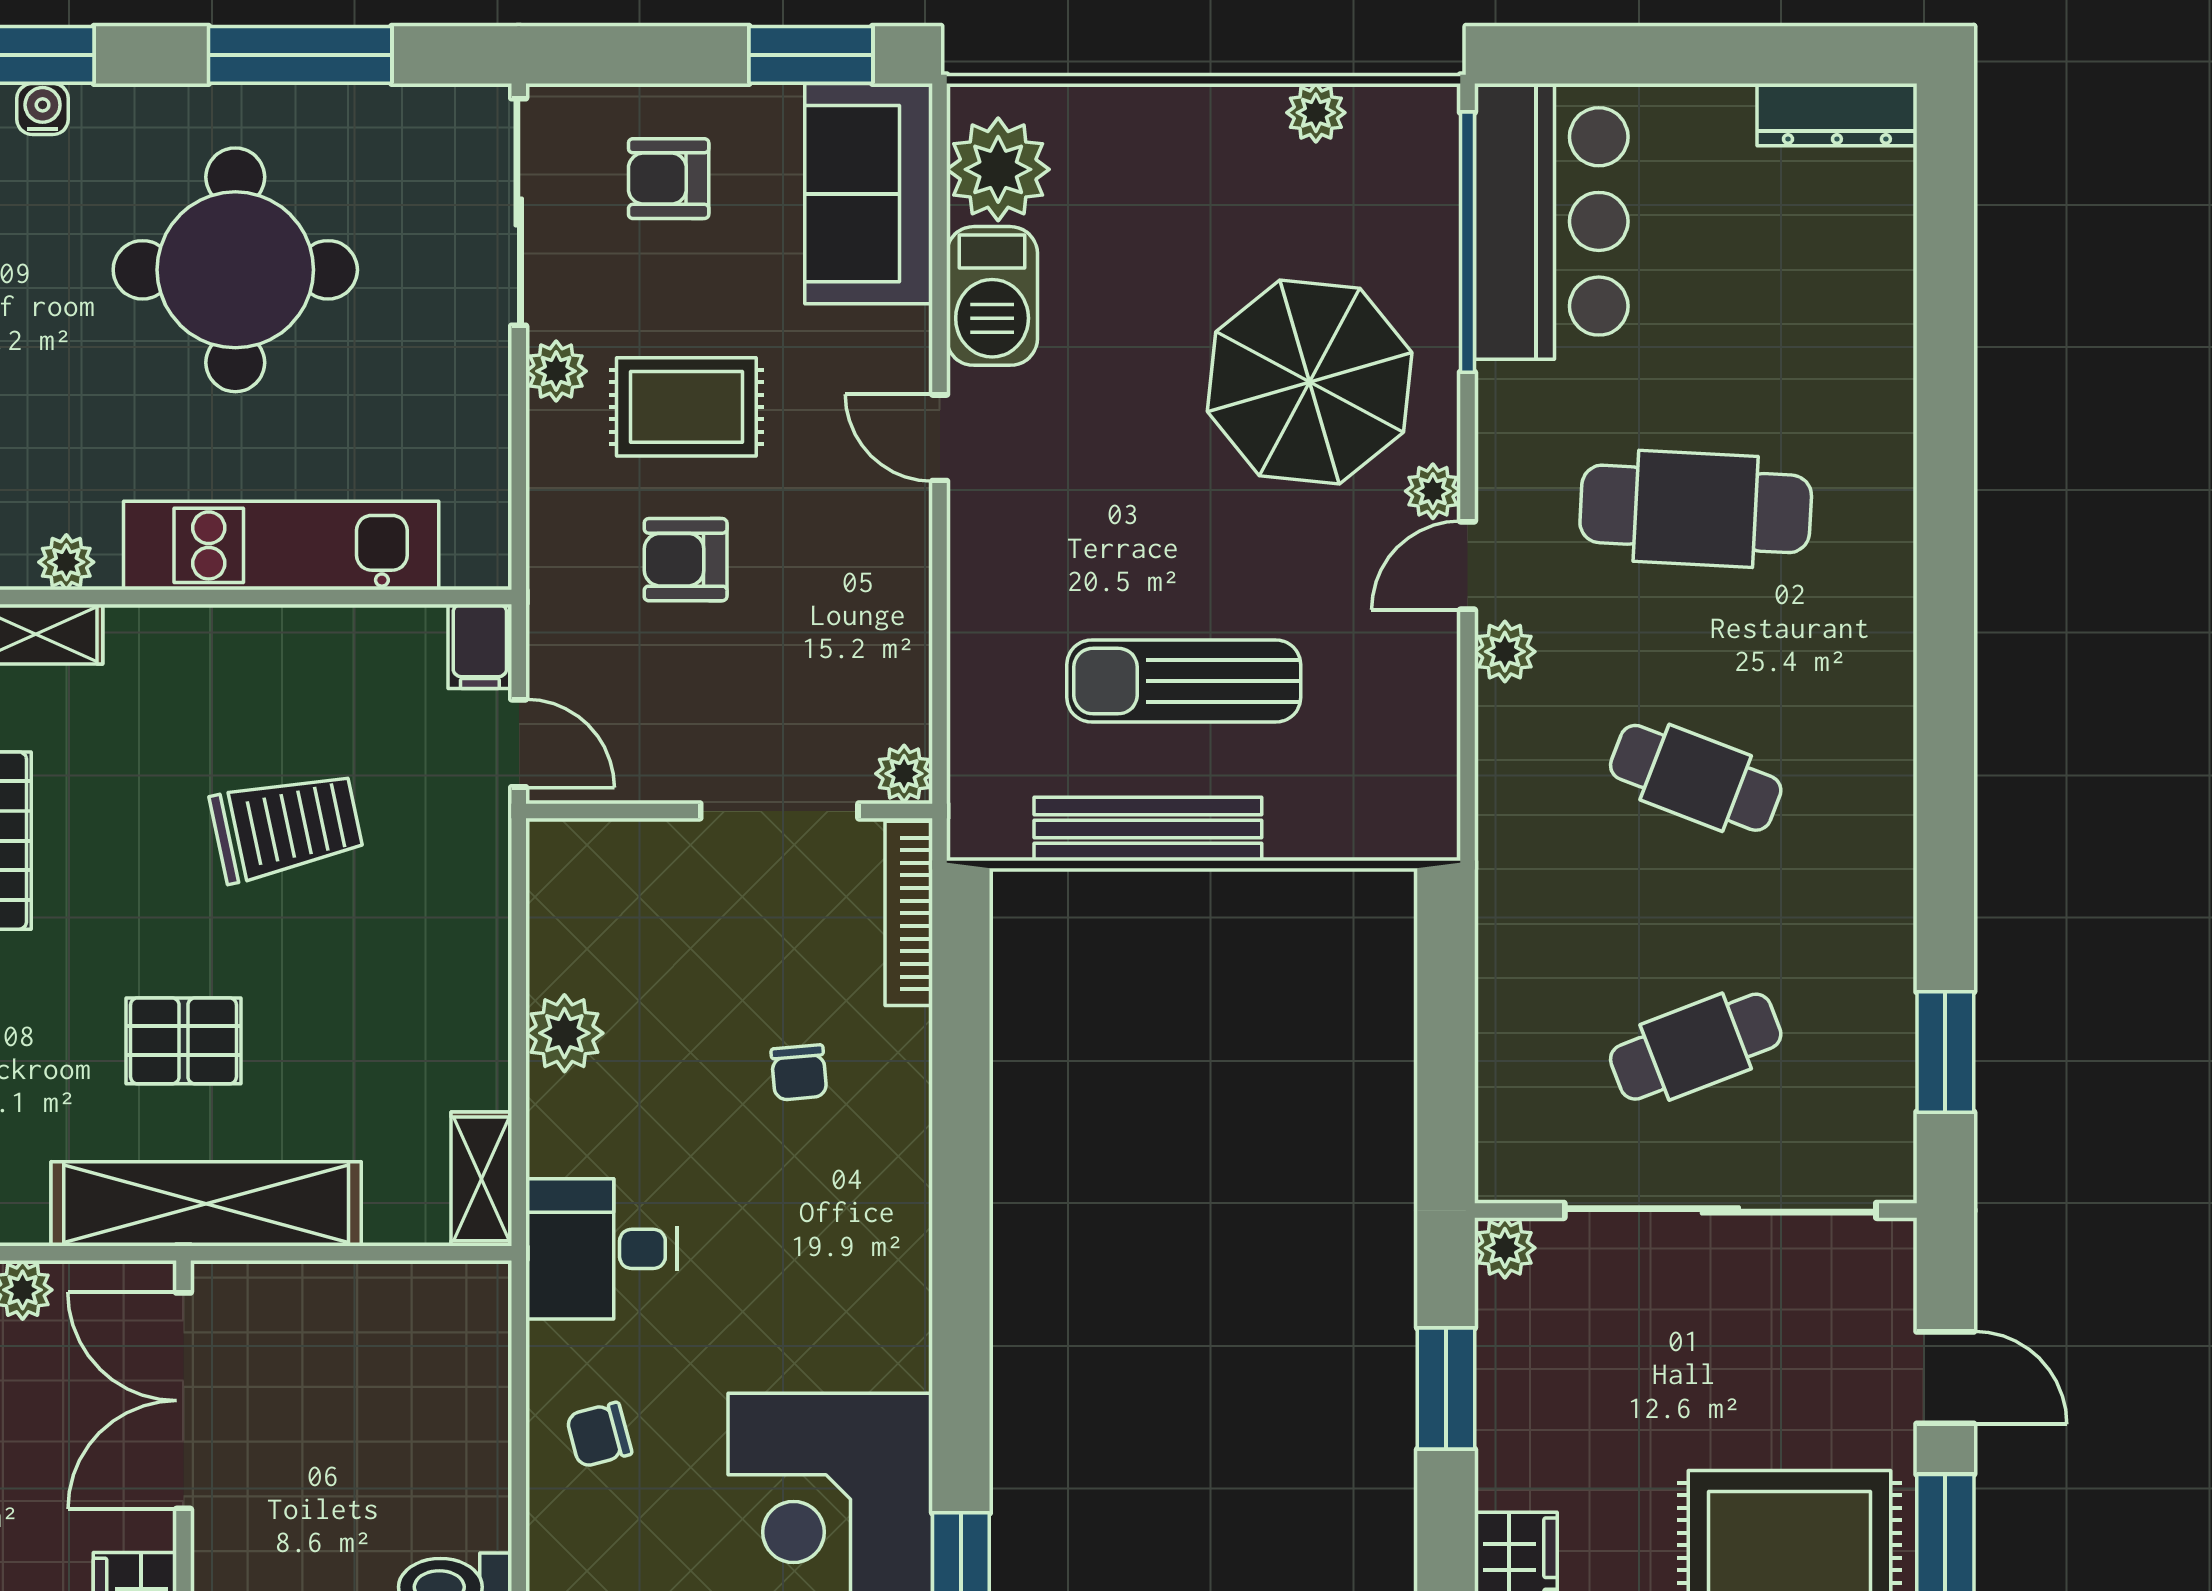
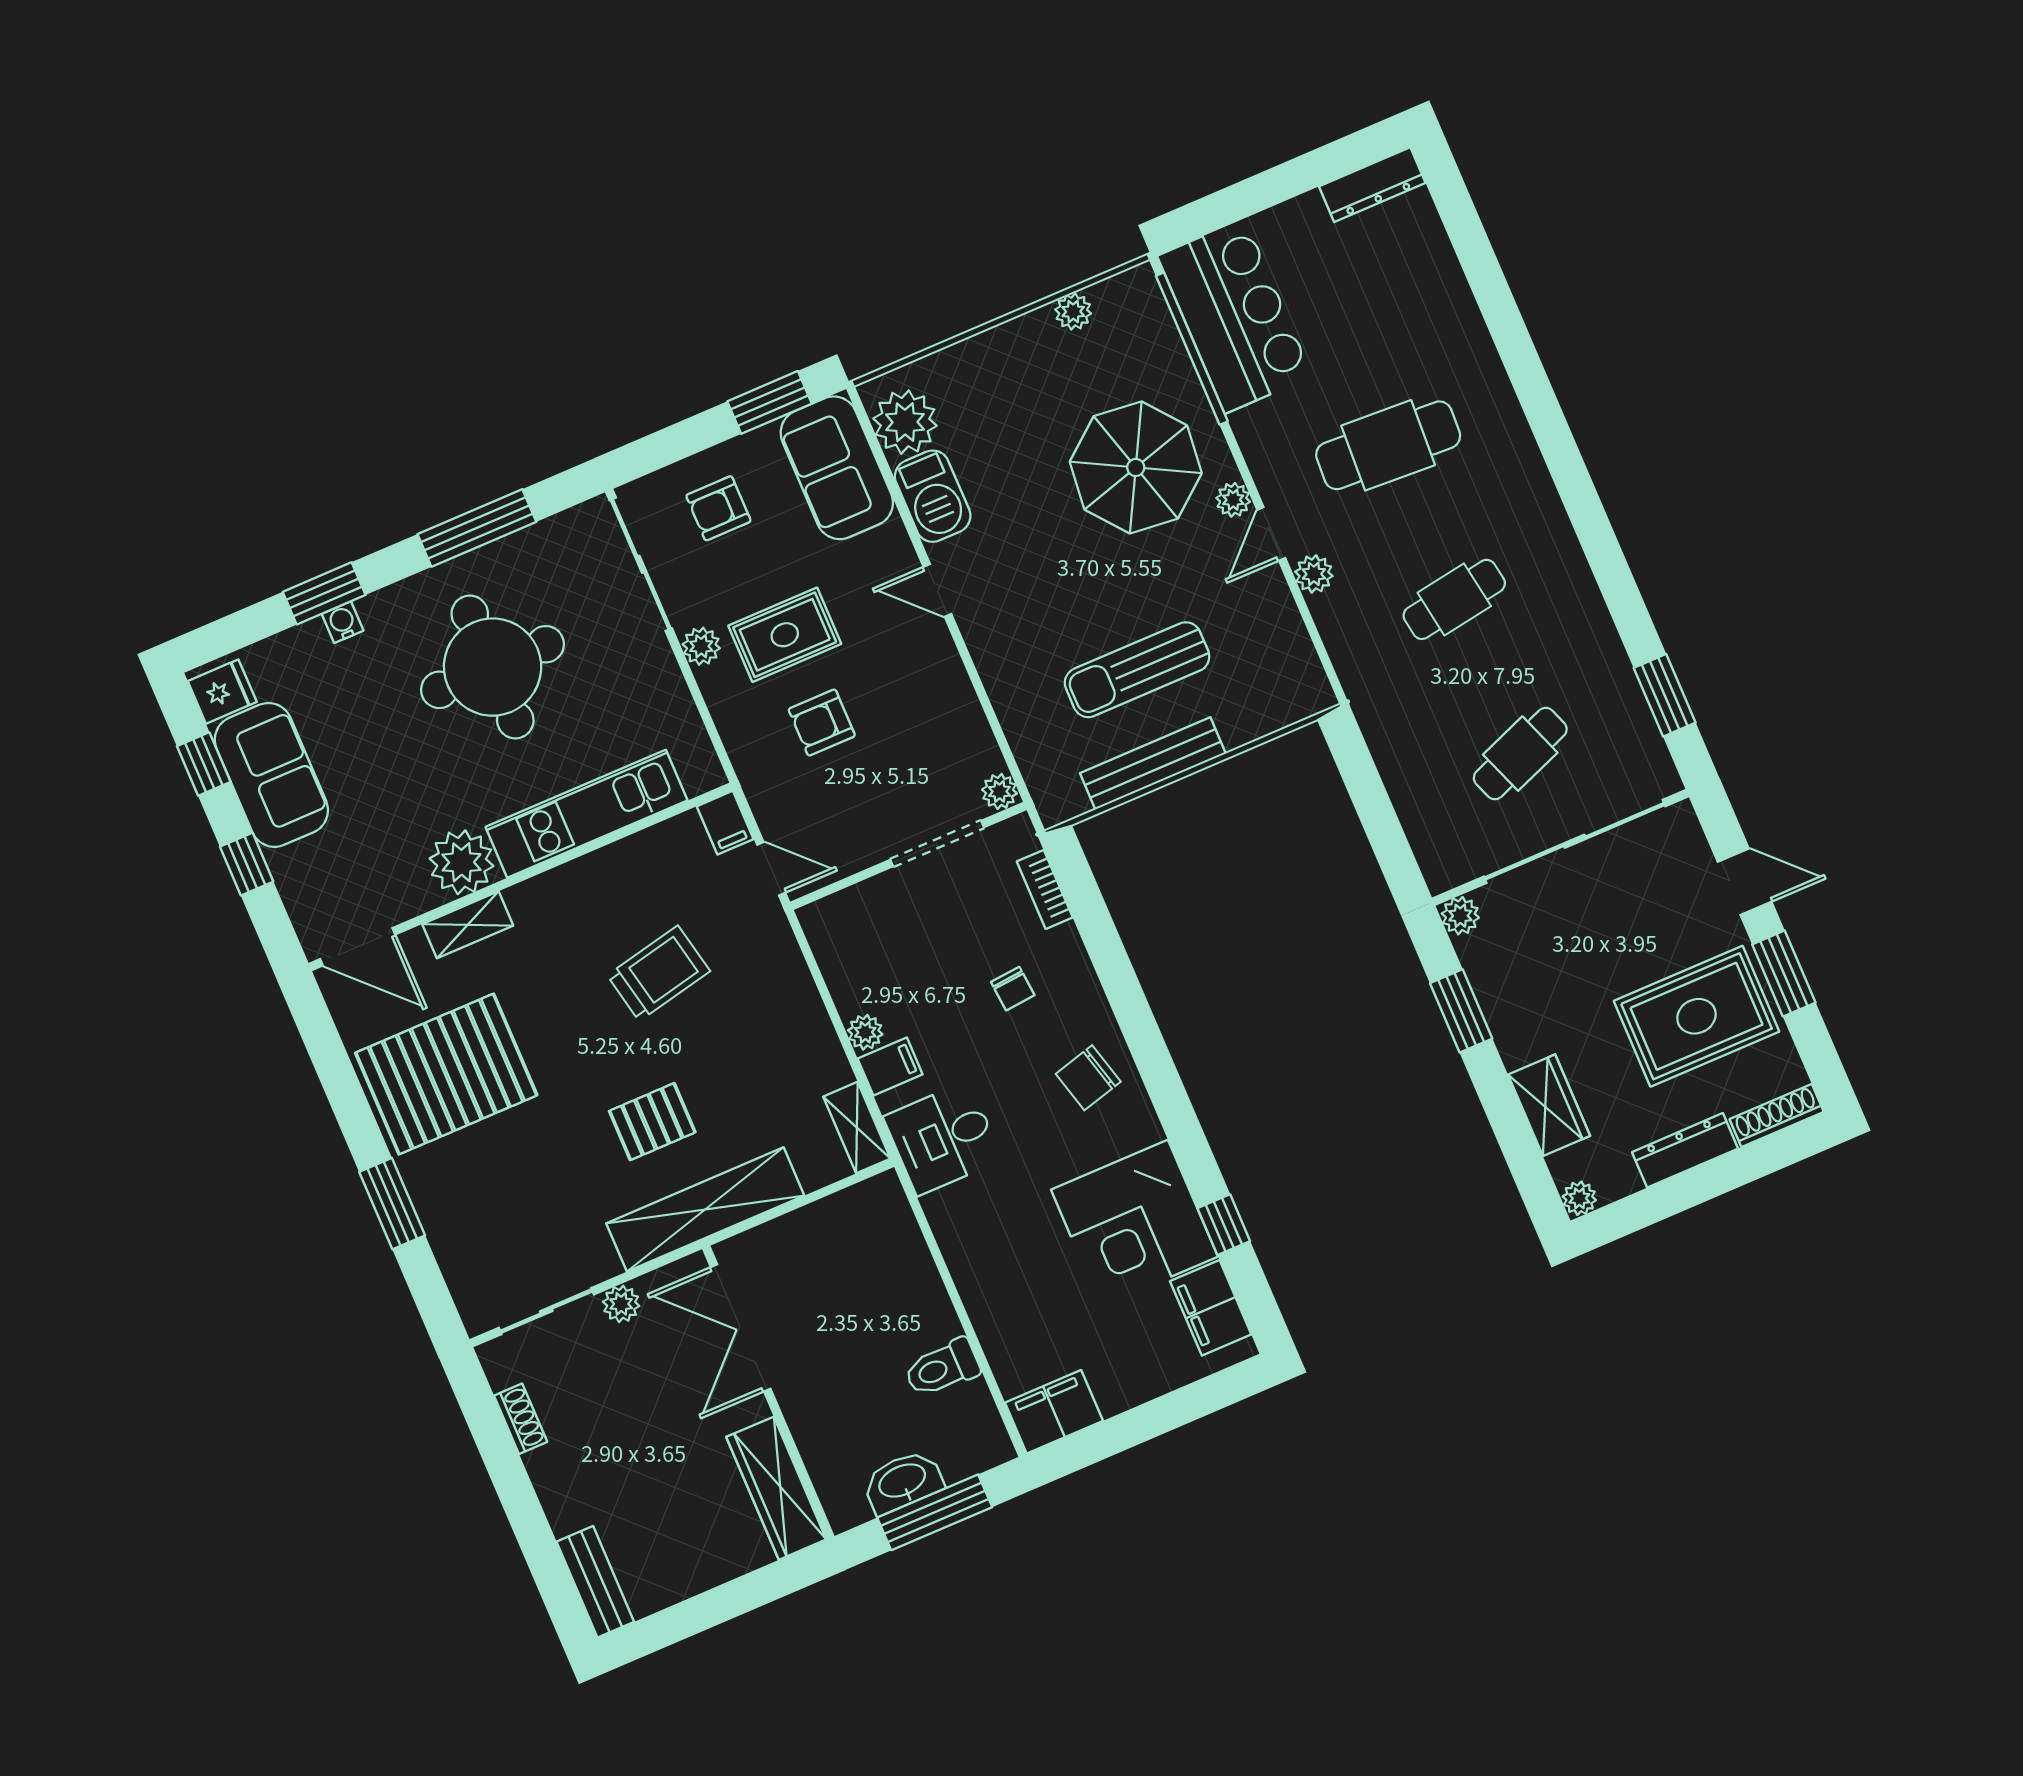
plant: (66, 562) -> (462, 862), width x1.87, depth x1.87
cafe table: (1696, 778) -> (1454, 599), turned -30
bookcase: (909, 913) -> (1045, 889), width x0.64
plant: (564, 1033) -> (865, 1032), width x0.73, depth x0.73
filing cabinet: (569, 1110) -> (890, 1066), added
chair: (599, 1435) -> (1088, 1078), moved, width x1.37, depth x1.37

